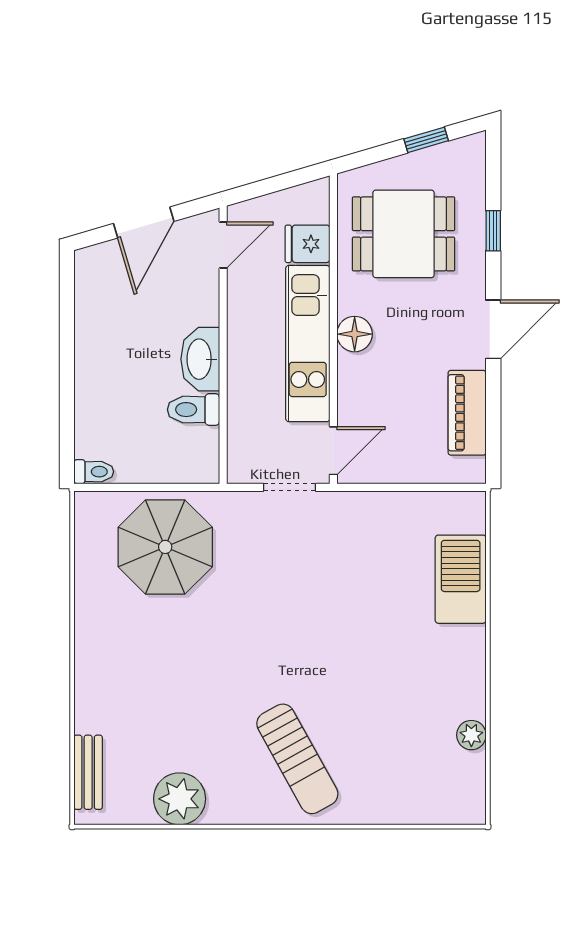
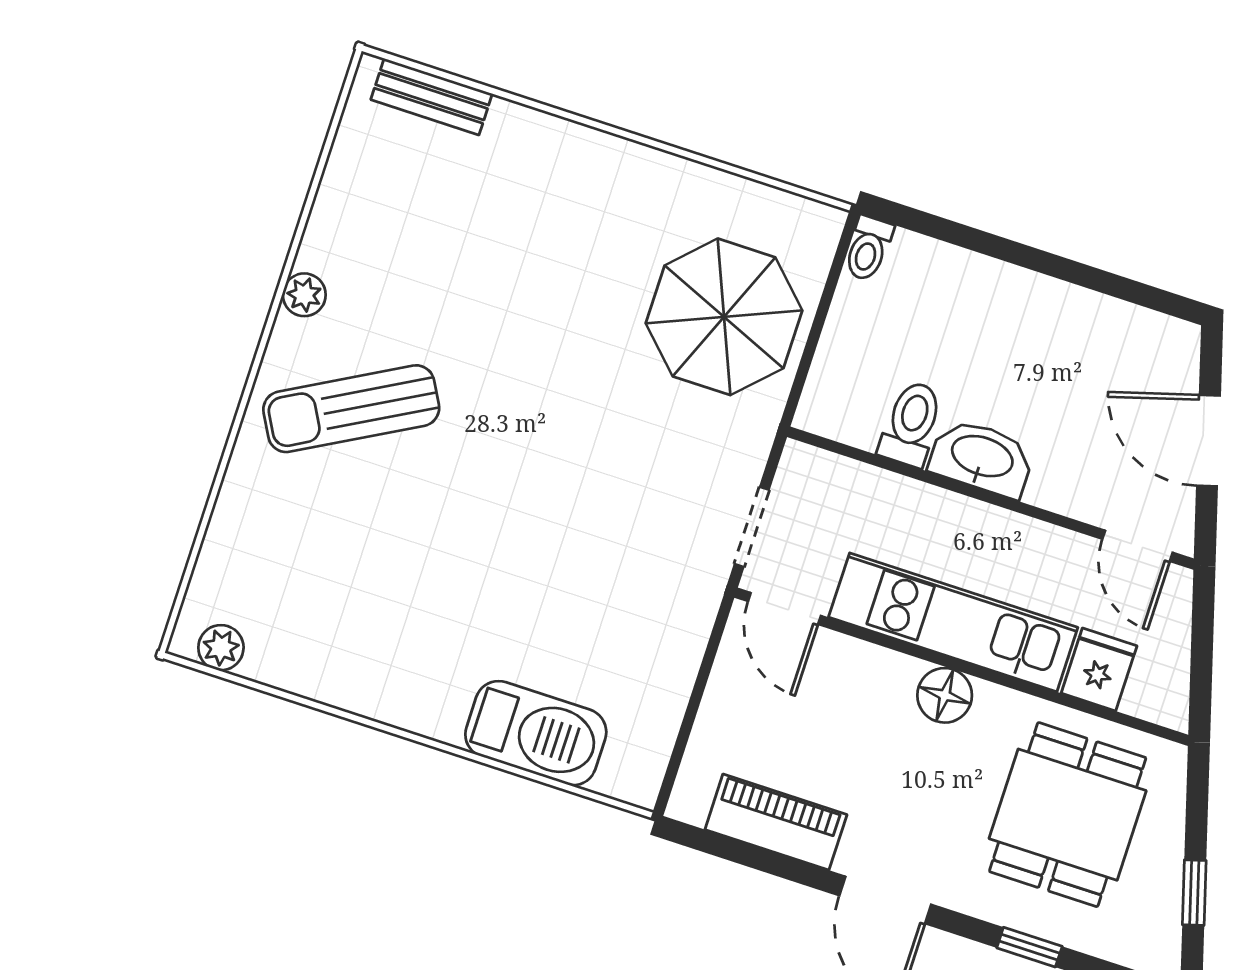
plant: (471, 735) -> (221, 648), moved
plant: (180, 799) -> (304, 295), moved, width x0.53, depth x0.53

